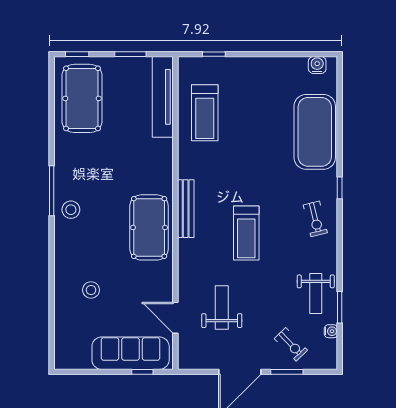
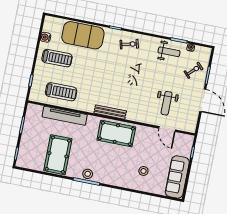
water cooler: (317, 65) -> (46, 37), moved
tv unit: (163, 97) -> (65, 116), moved
pool table: (82, 98) -> (58, 155), moved, turned 90
stool: (71, 210) -> (88, 174), moved
treadmill: (246, 233) -> (57, 58), moved
weight bench: (222, 307) -> (167, 103), turned -90
door: (175, 318) -> (167, 129), hinge flipped
sofa: (131, 353) -> (177, 177), moved

